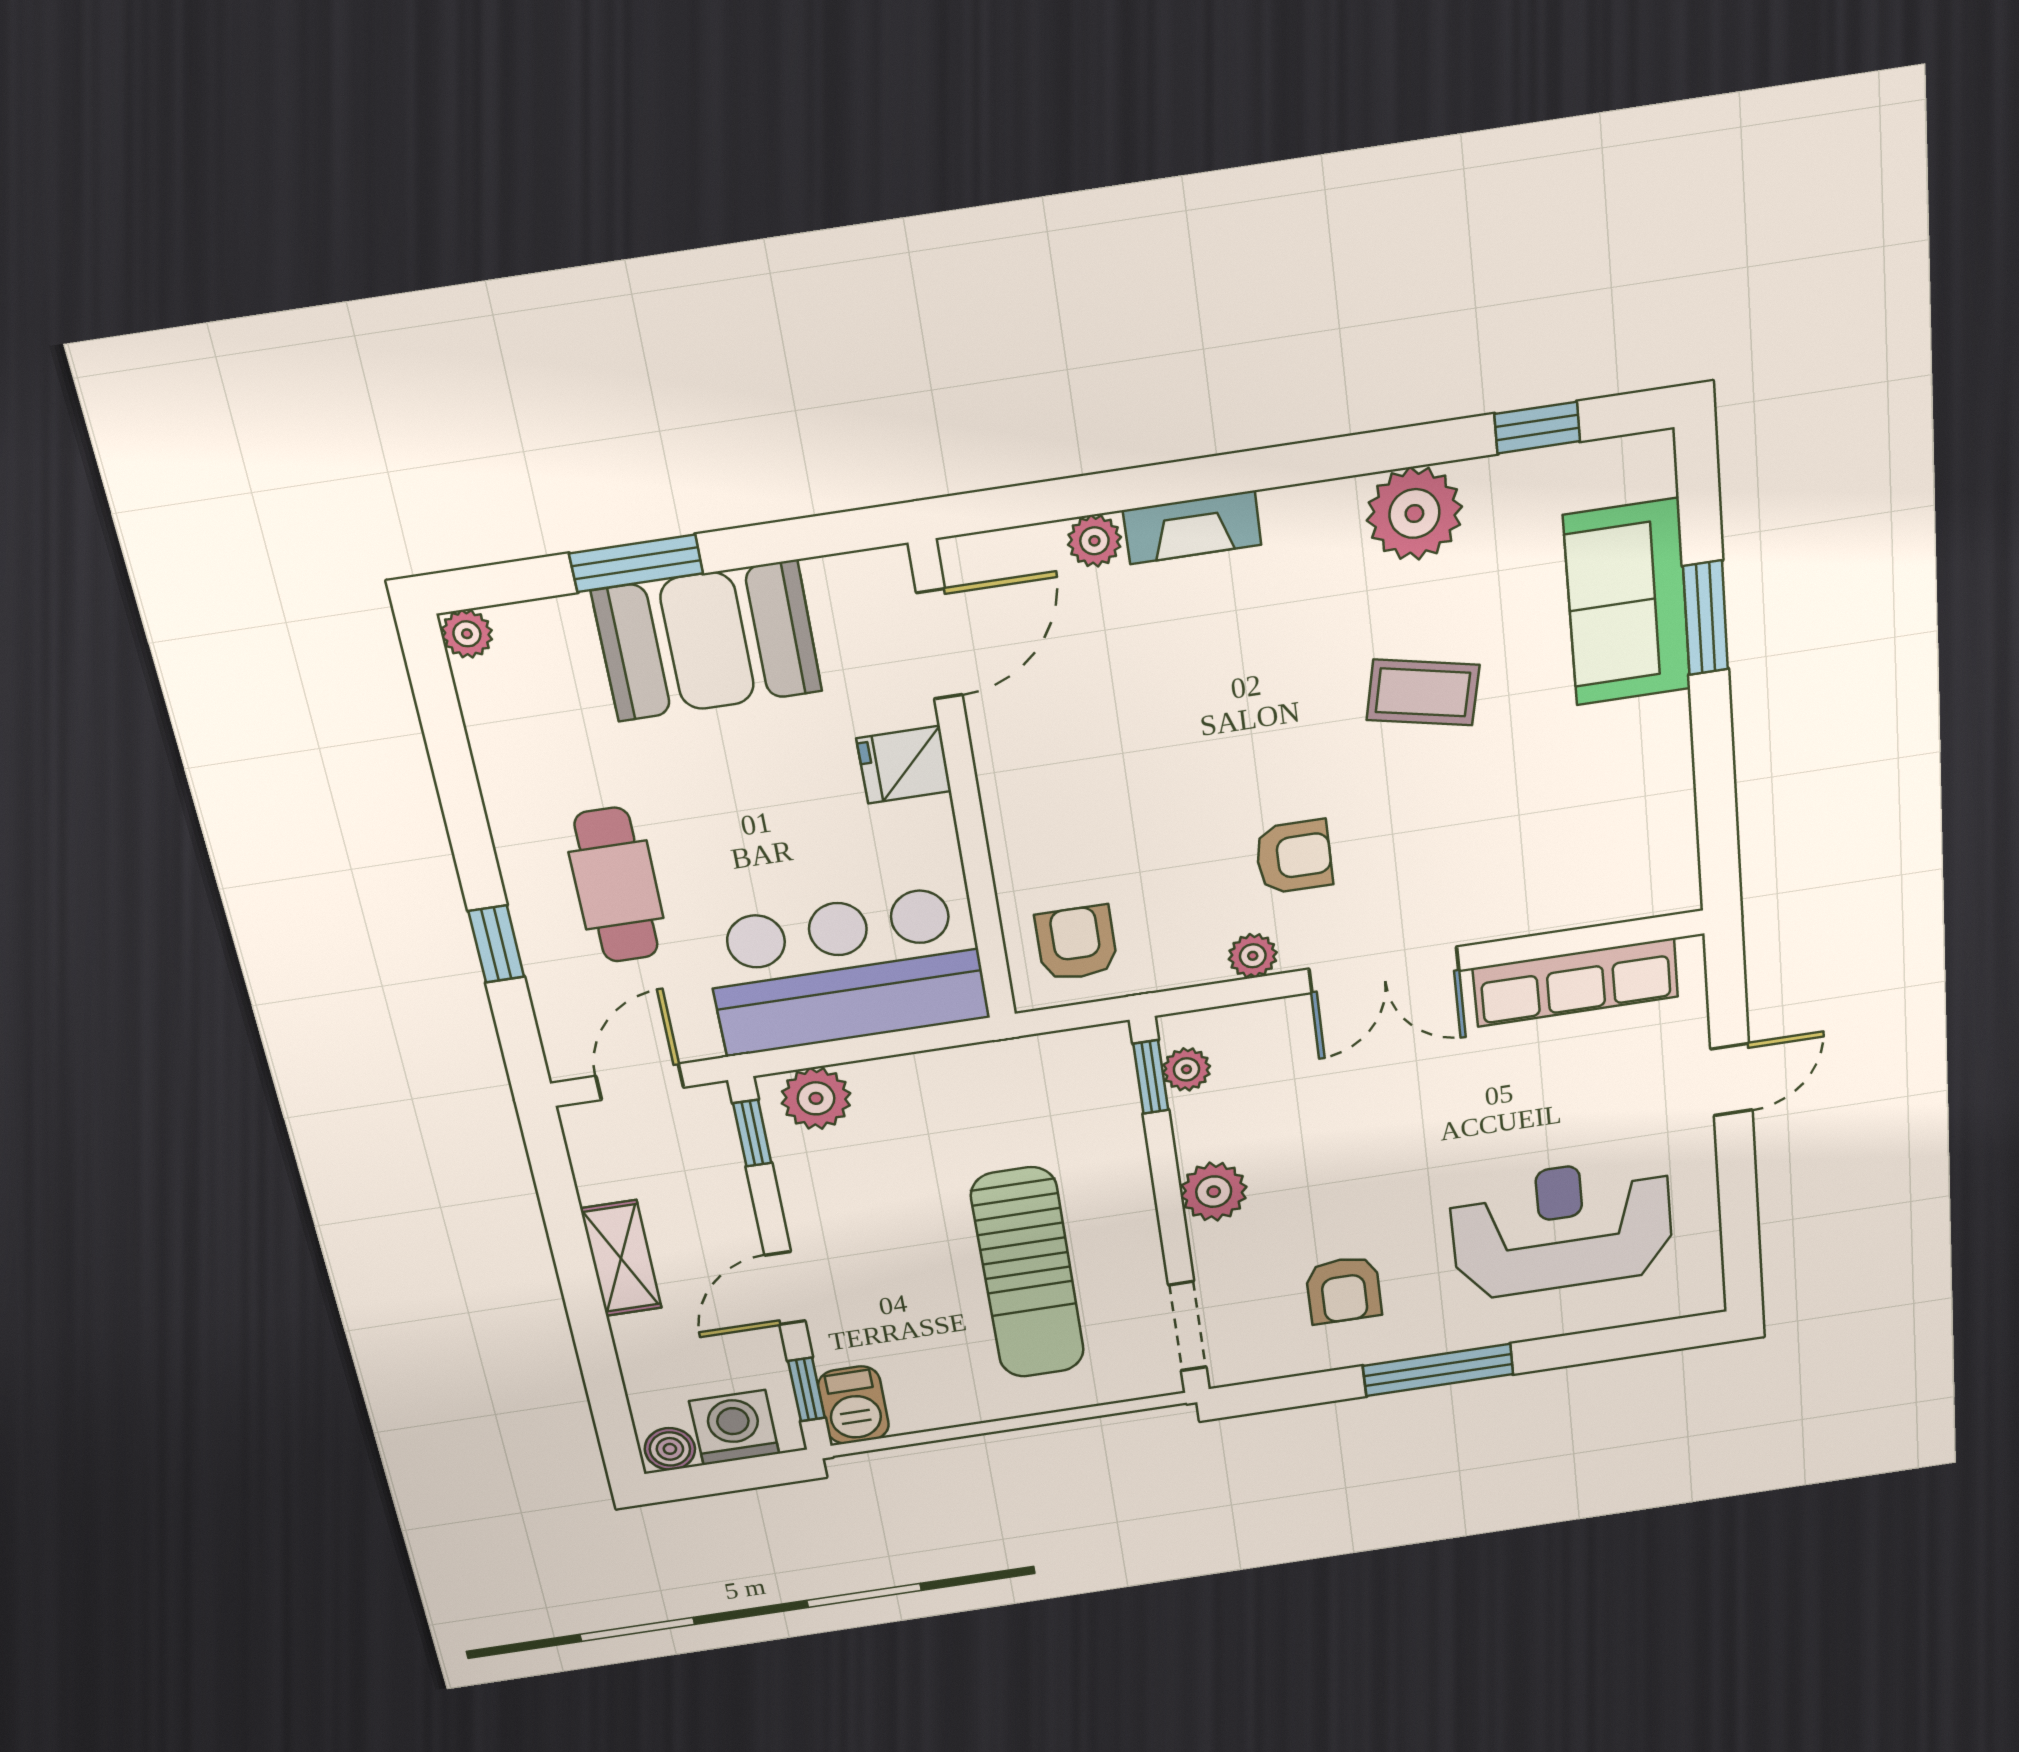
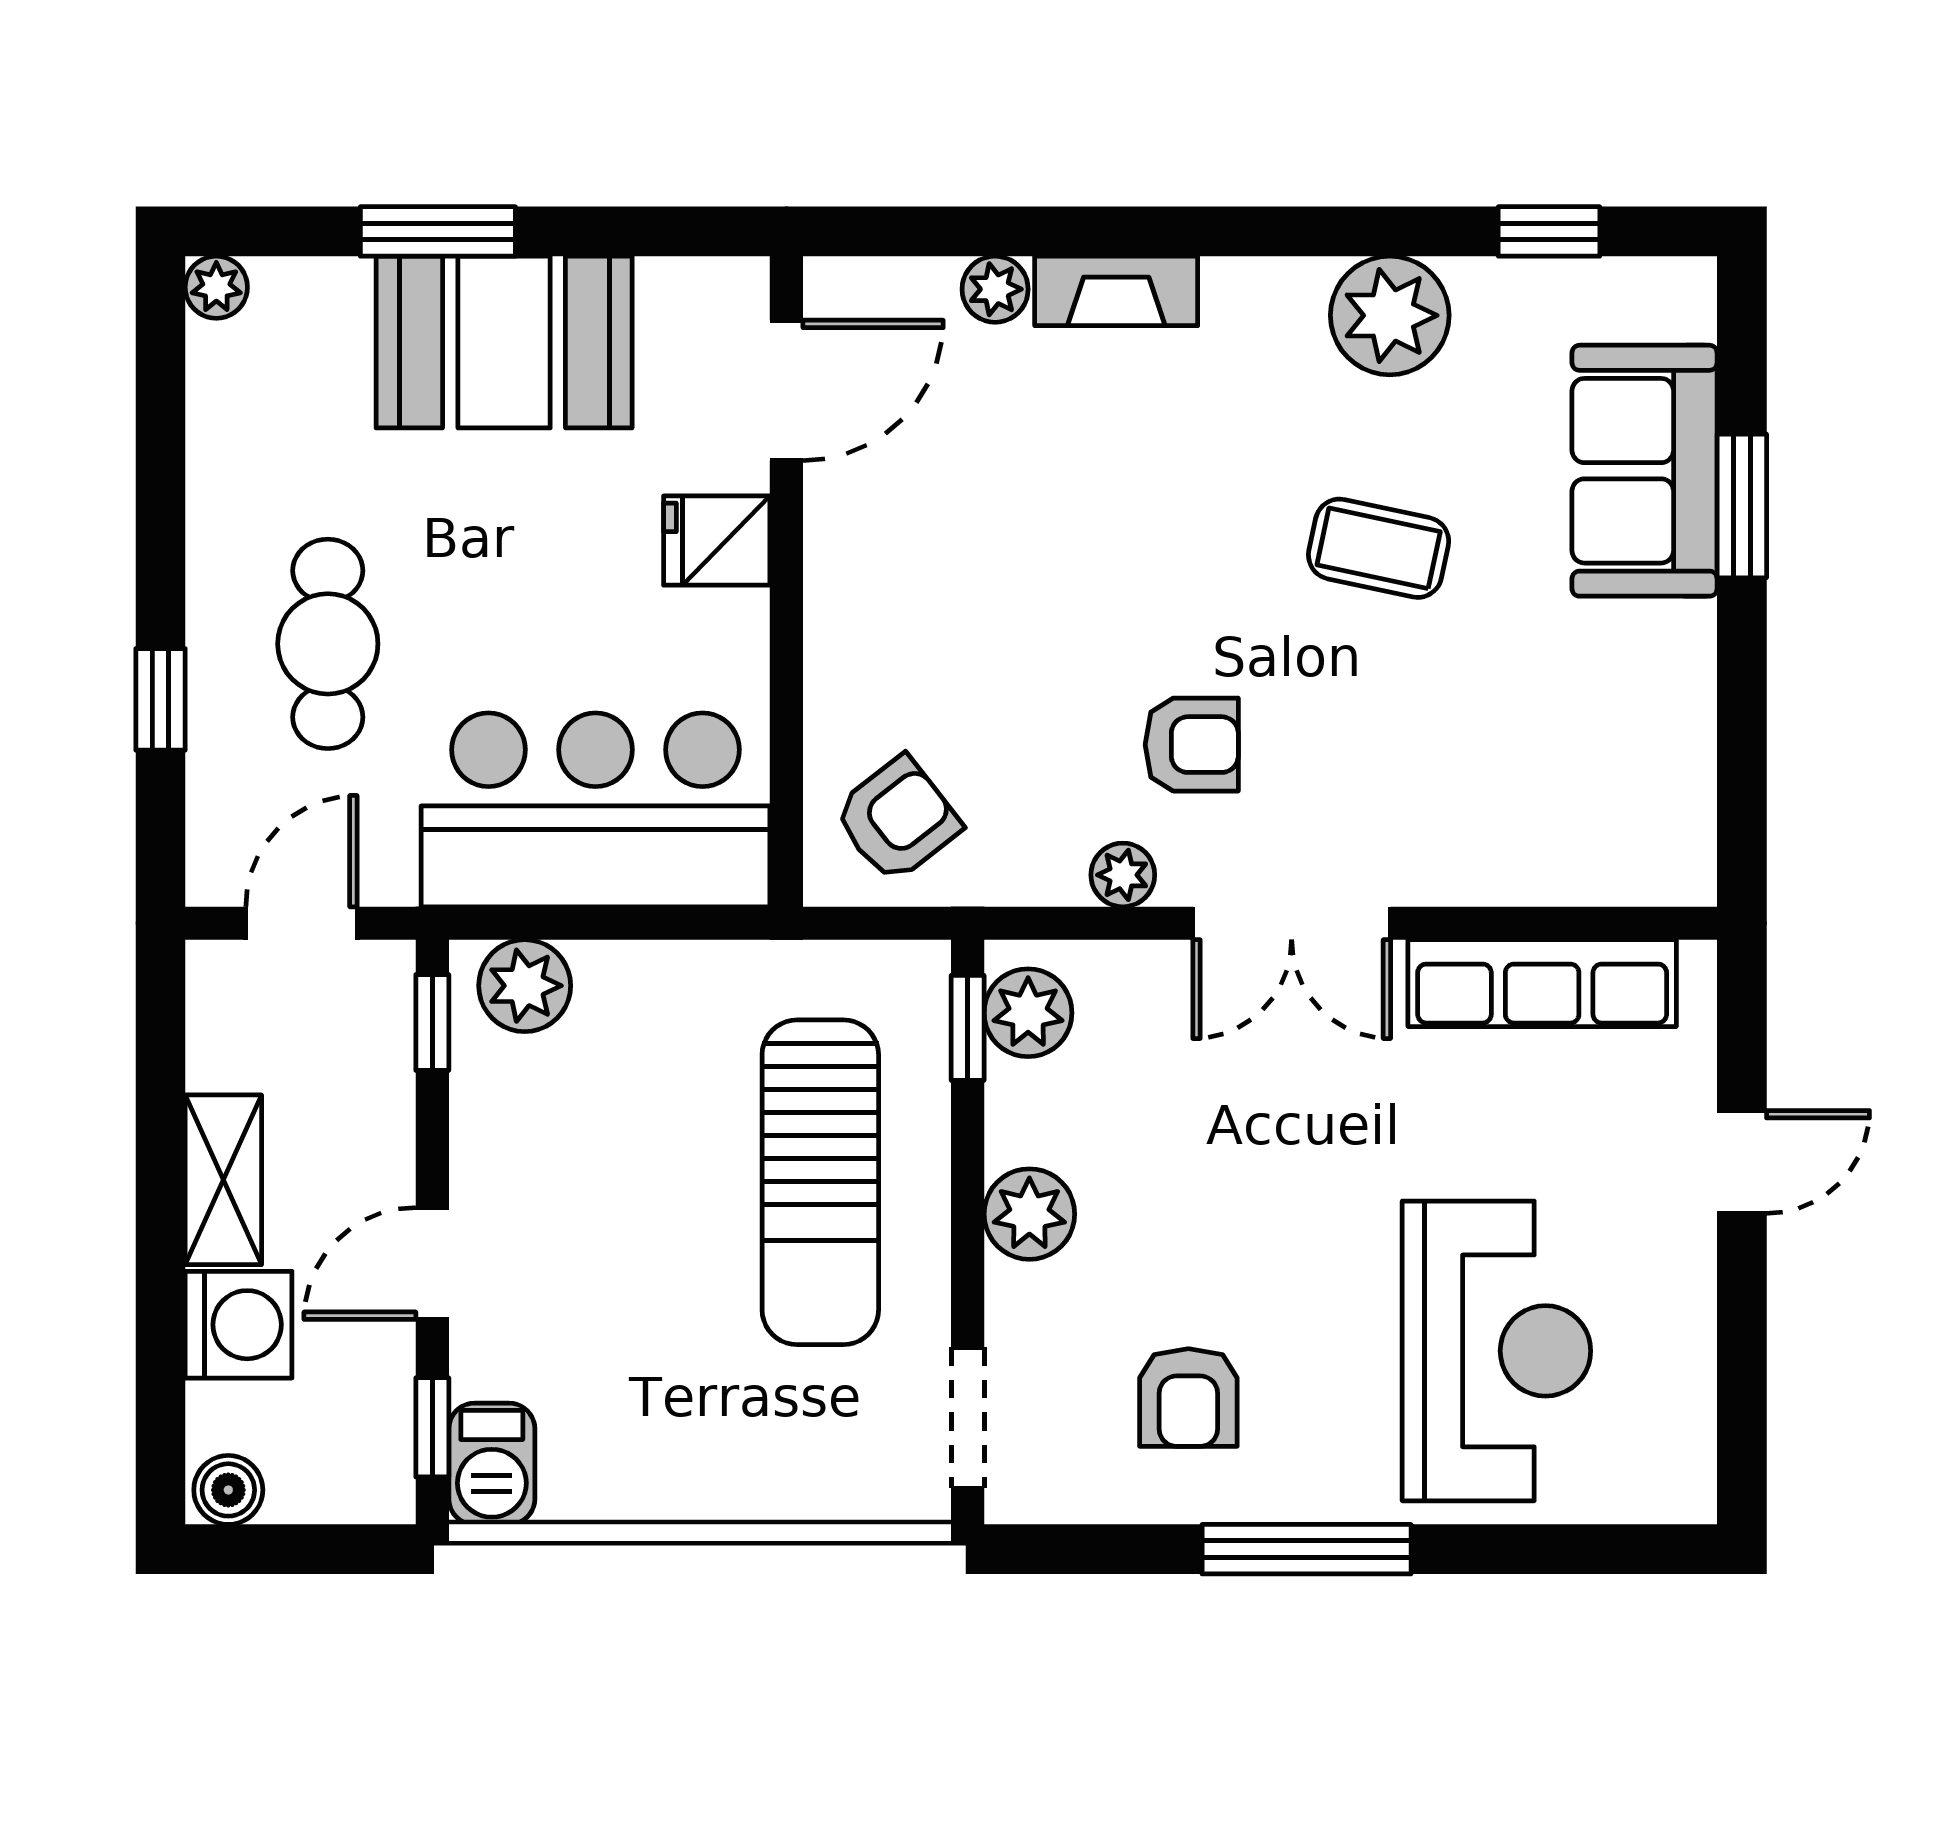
armchair: (1076, 943) -> (897, 819), turned 52
plant: (1186, 1069) -> (1028, 1013), width x1.38, depth x1.38
reception desk: (1562, 1228) -> (1496, 1351), turned 90
sun lounger: (1028, 1273) -> (820, 1182), moved
washing machine: (734, 1428) -> (239, 1325), moved, turned 90

